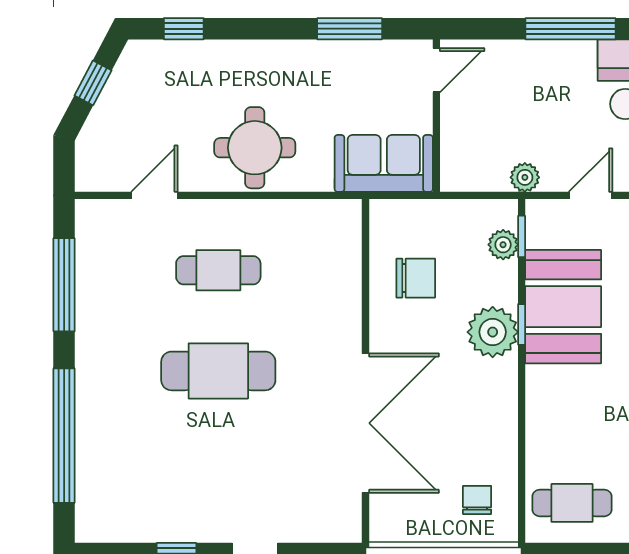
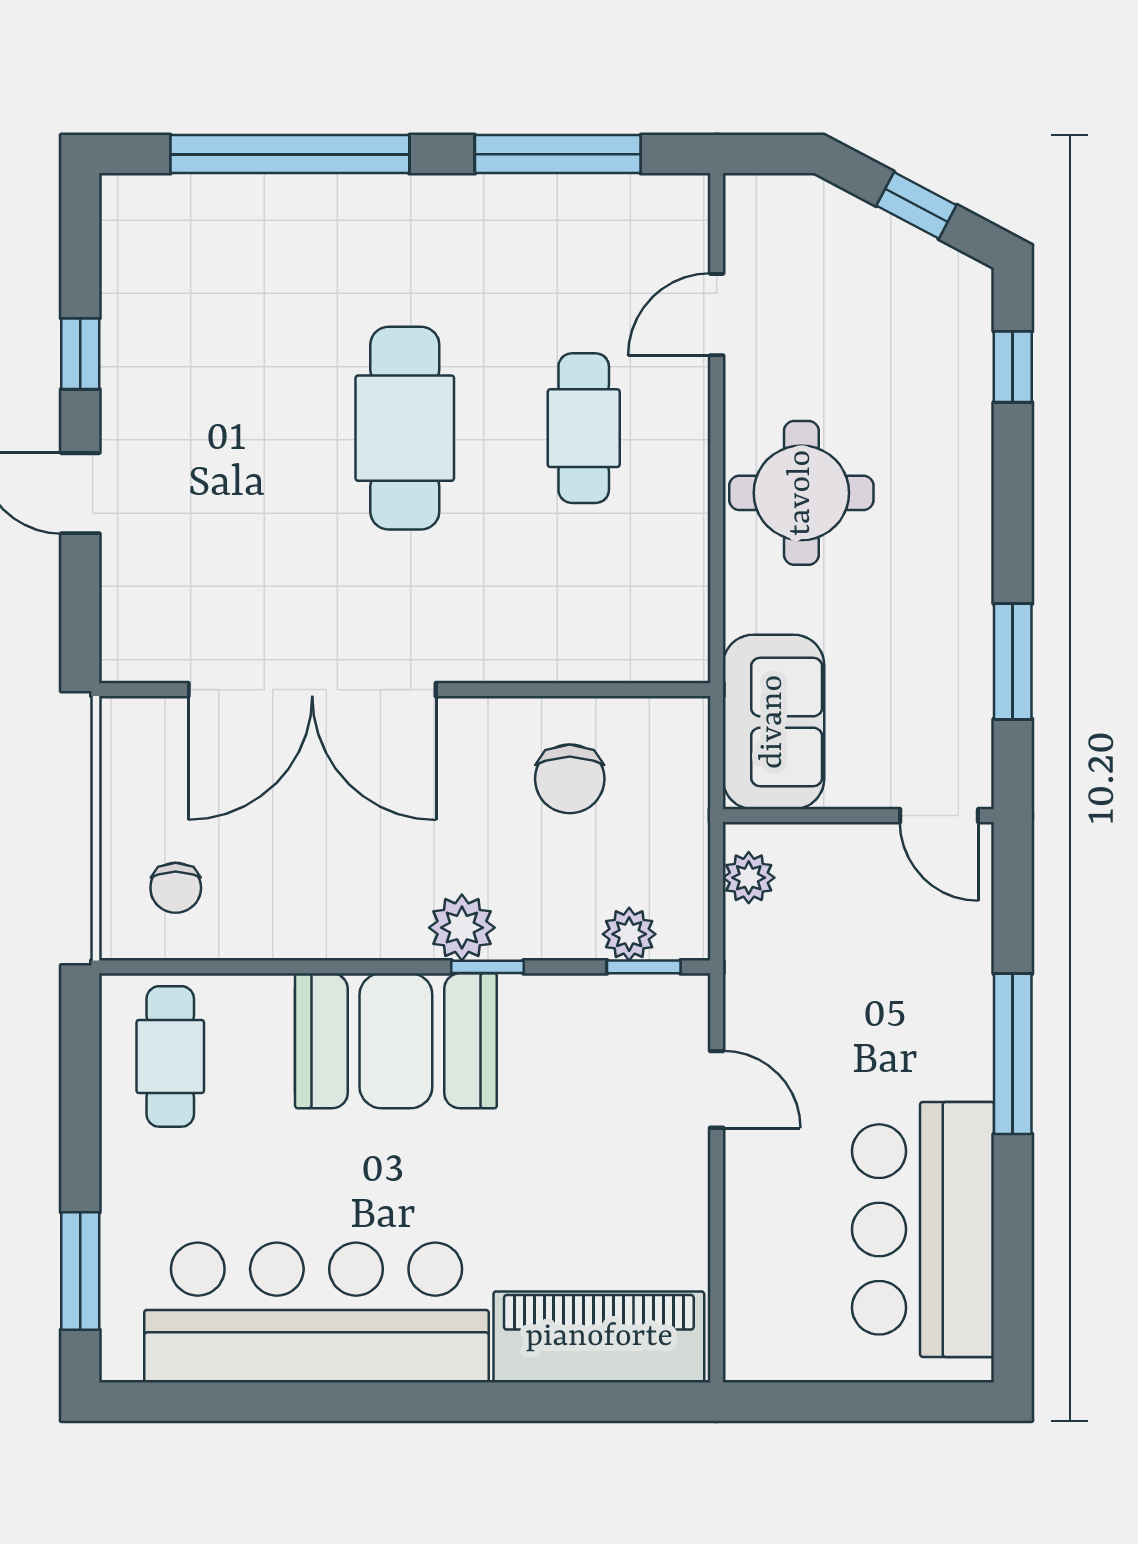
plant: (525, 177) -> (749, 878), moved
door: (154, 195) -> (717, 315), swing flipped
booth: (563, 307) -> (396, 1041), moved
plant: (493, 332) -> (462, 928), width x0.73, depth x0.73
chair: (477, 500) -> (176, 888), turned 90

